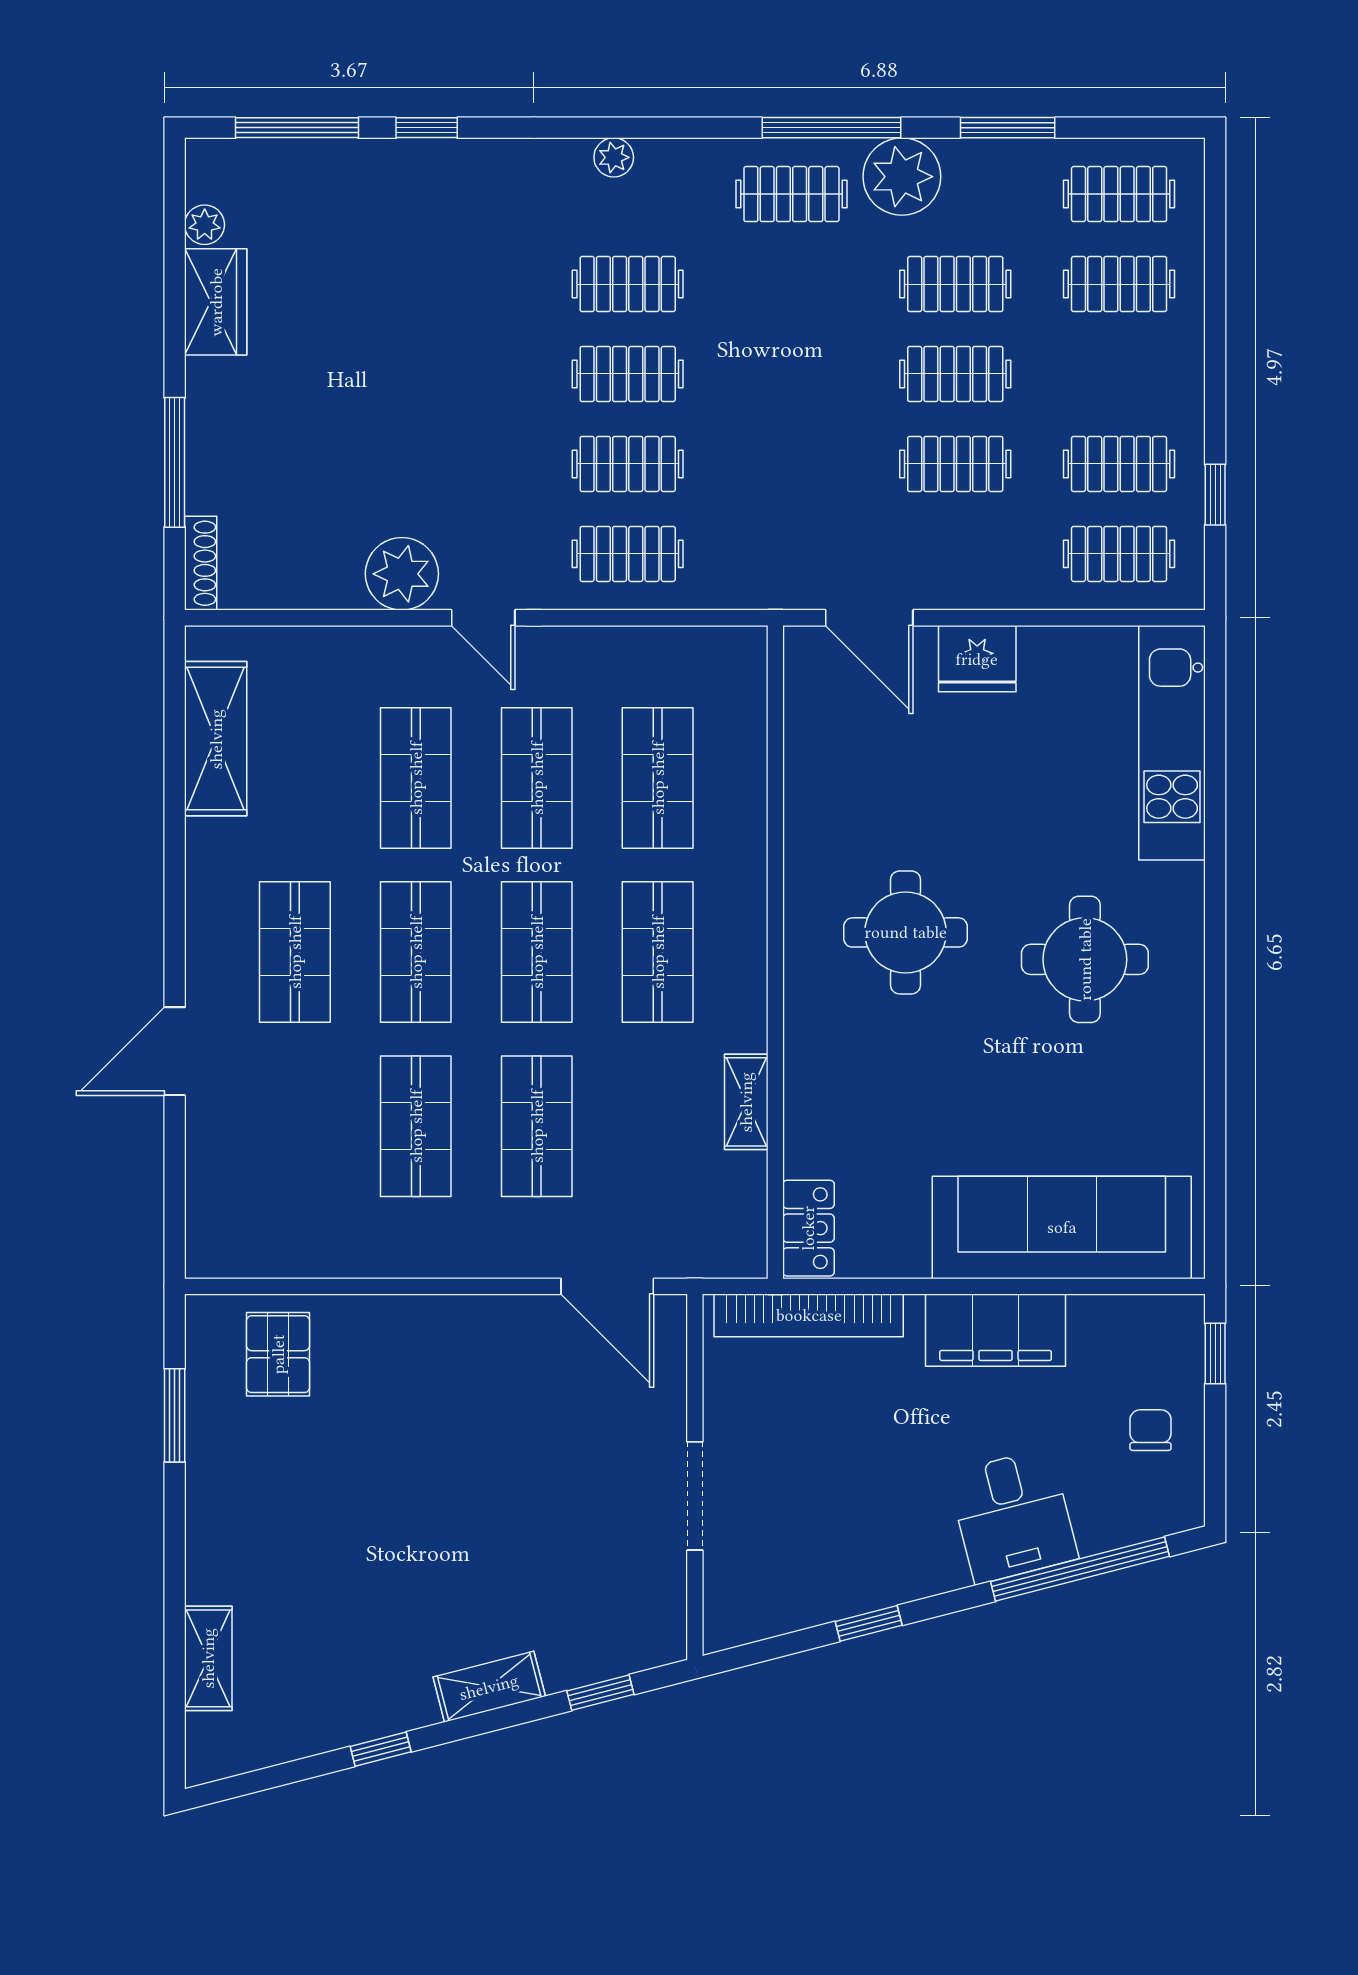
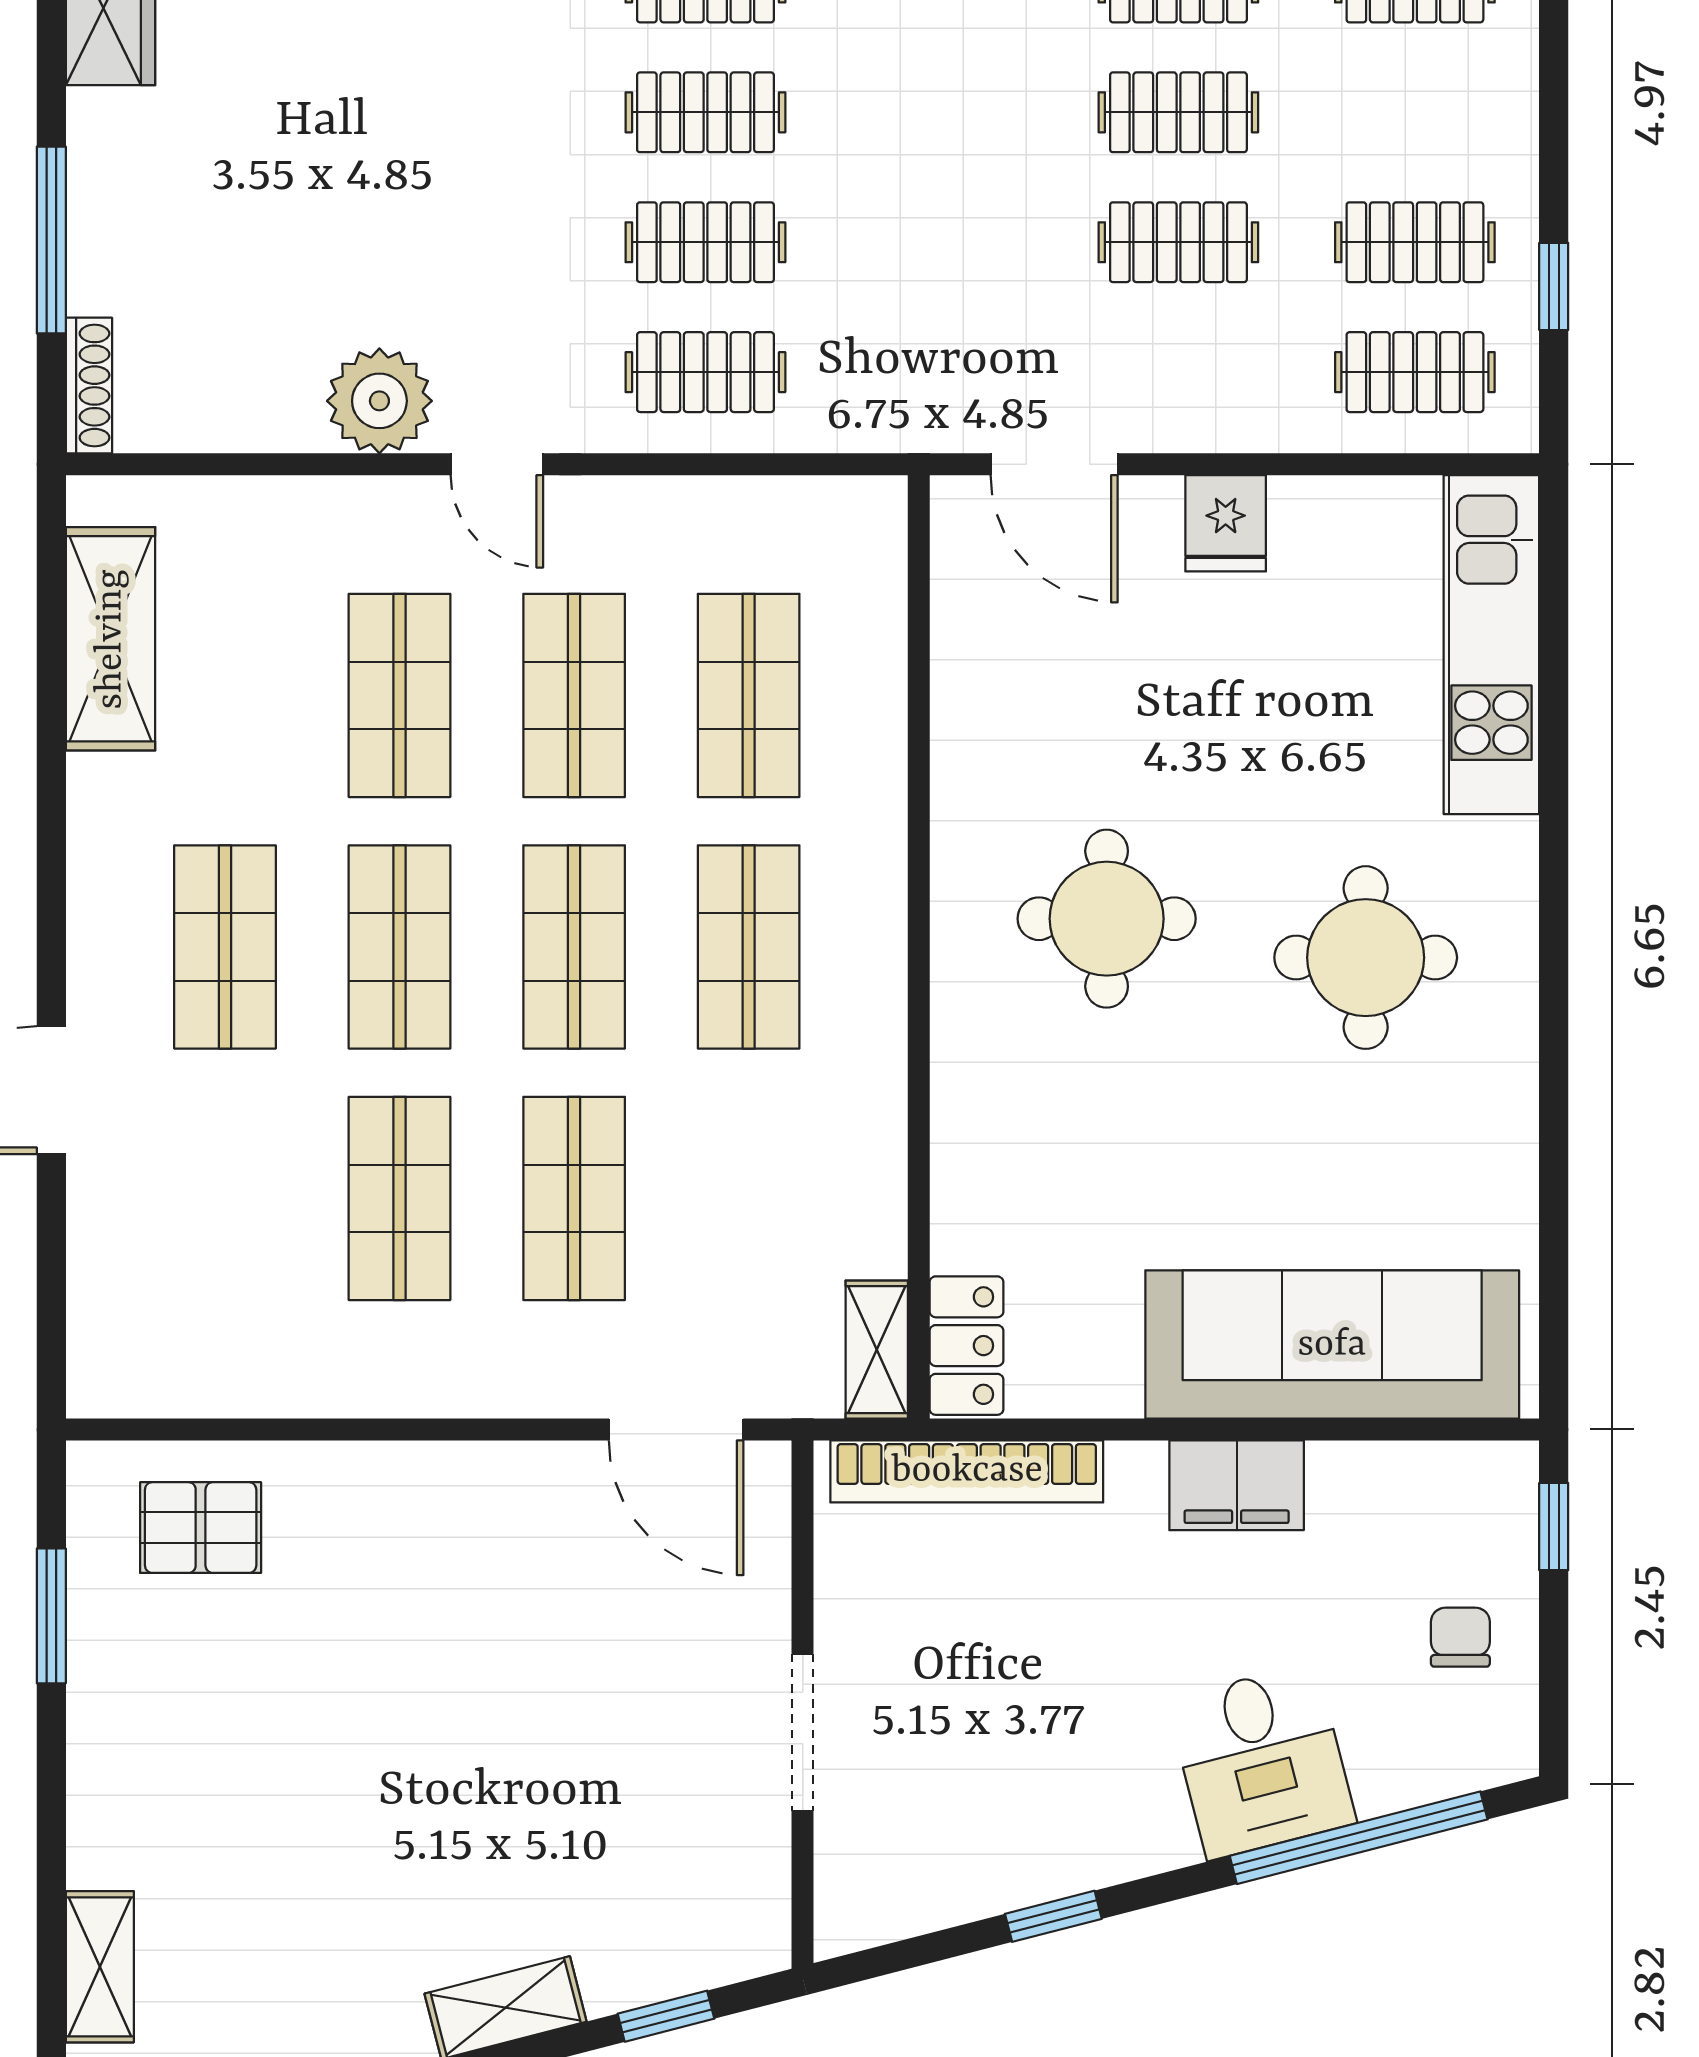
fridge: (977, 659) -> (1226, 523), width x0.72
shelving: (746, 1102) -> (877, 1350), moved
filing cabinet: (996, 1330) -> (1237, 1485), width x0.67, depth x0.86
pallet: (278, 1354) -> (201, 1528), turned 90

